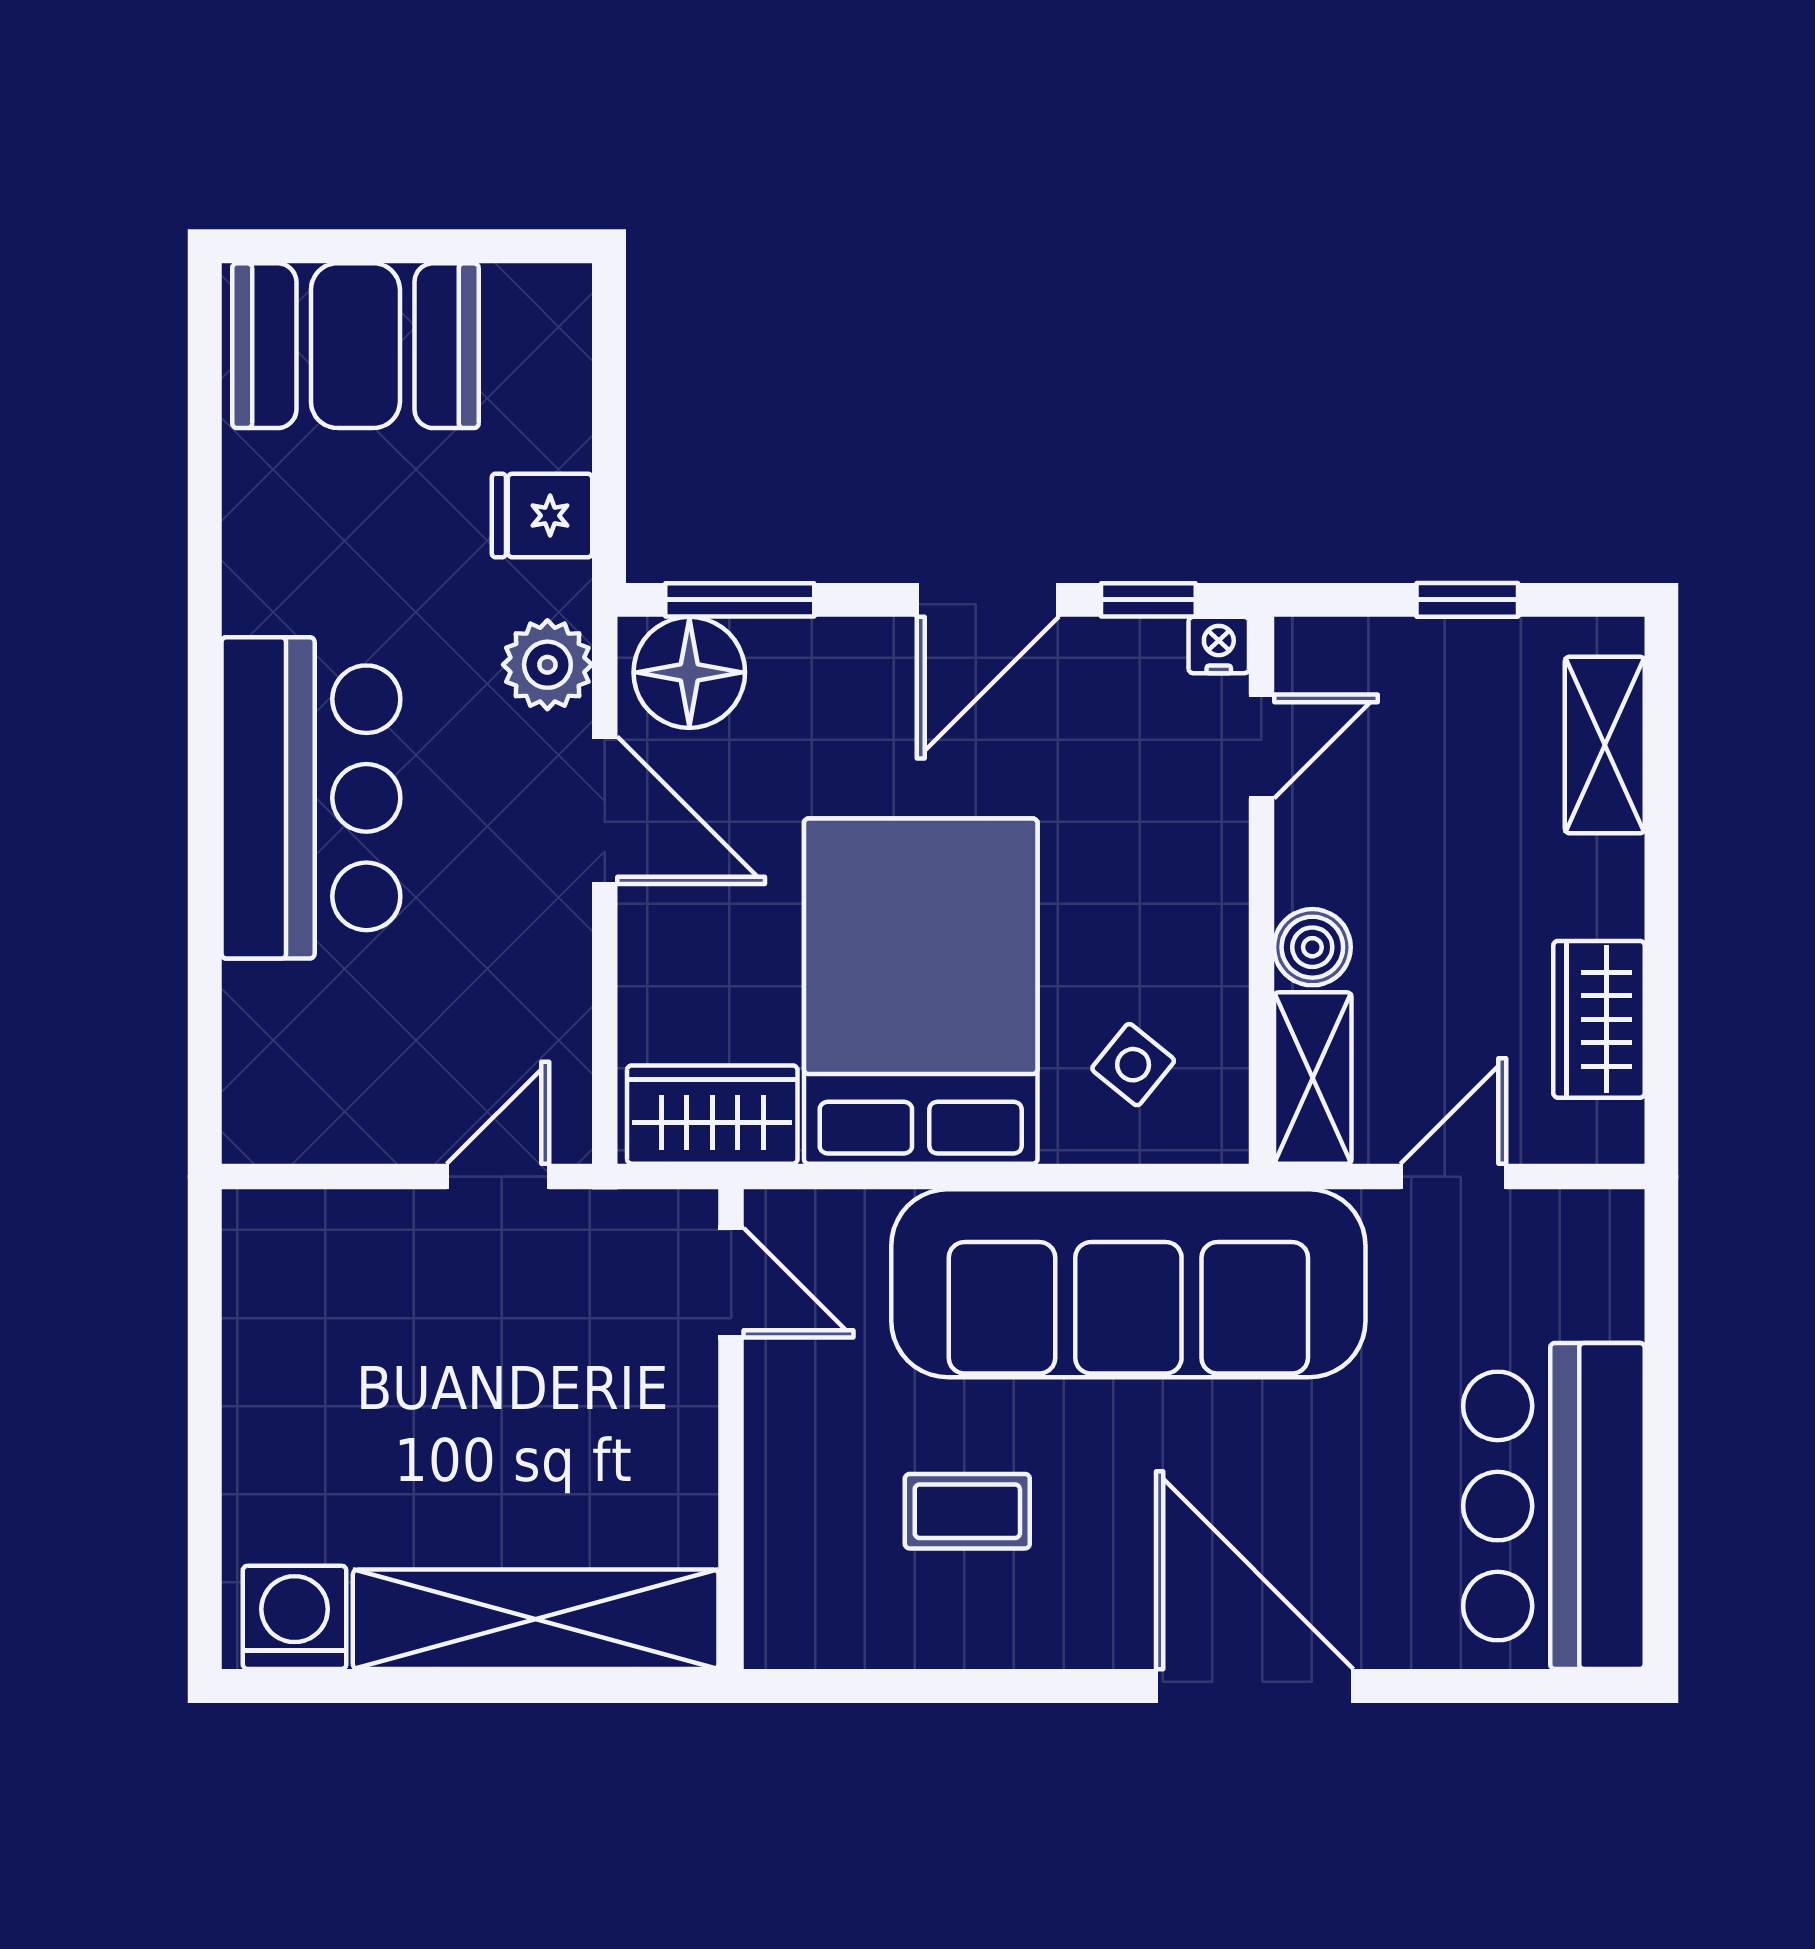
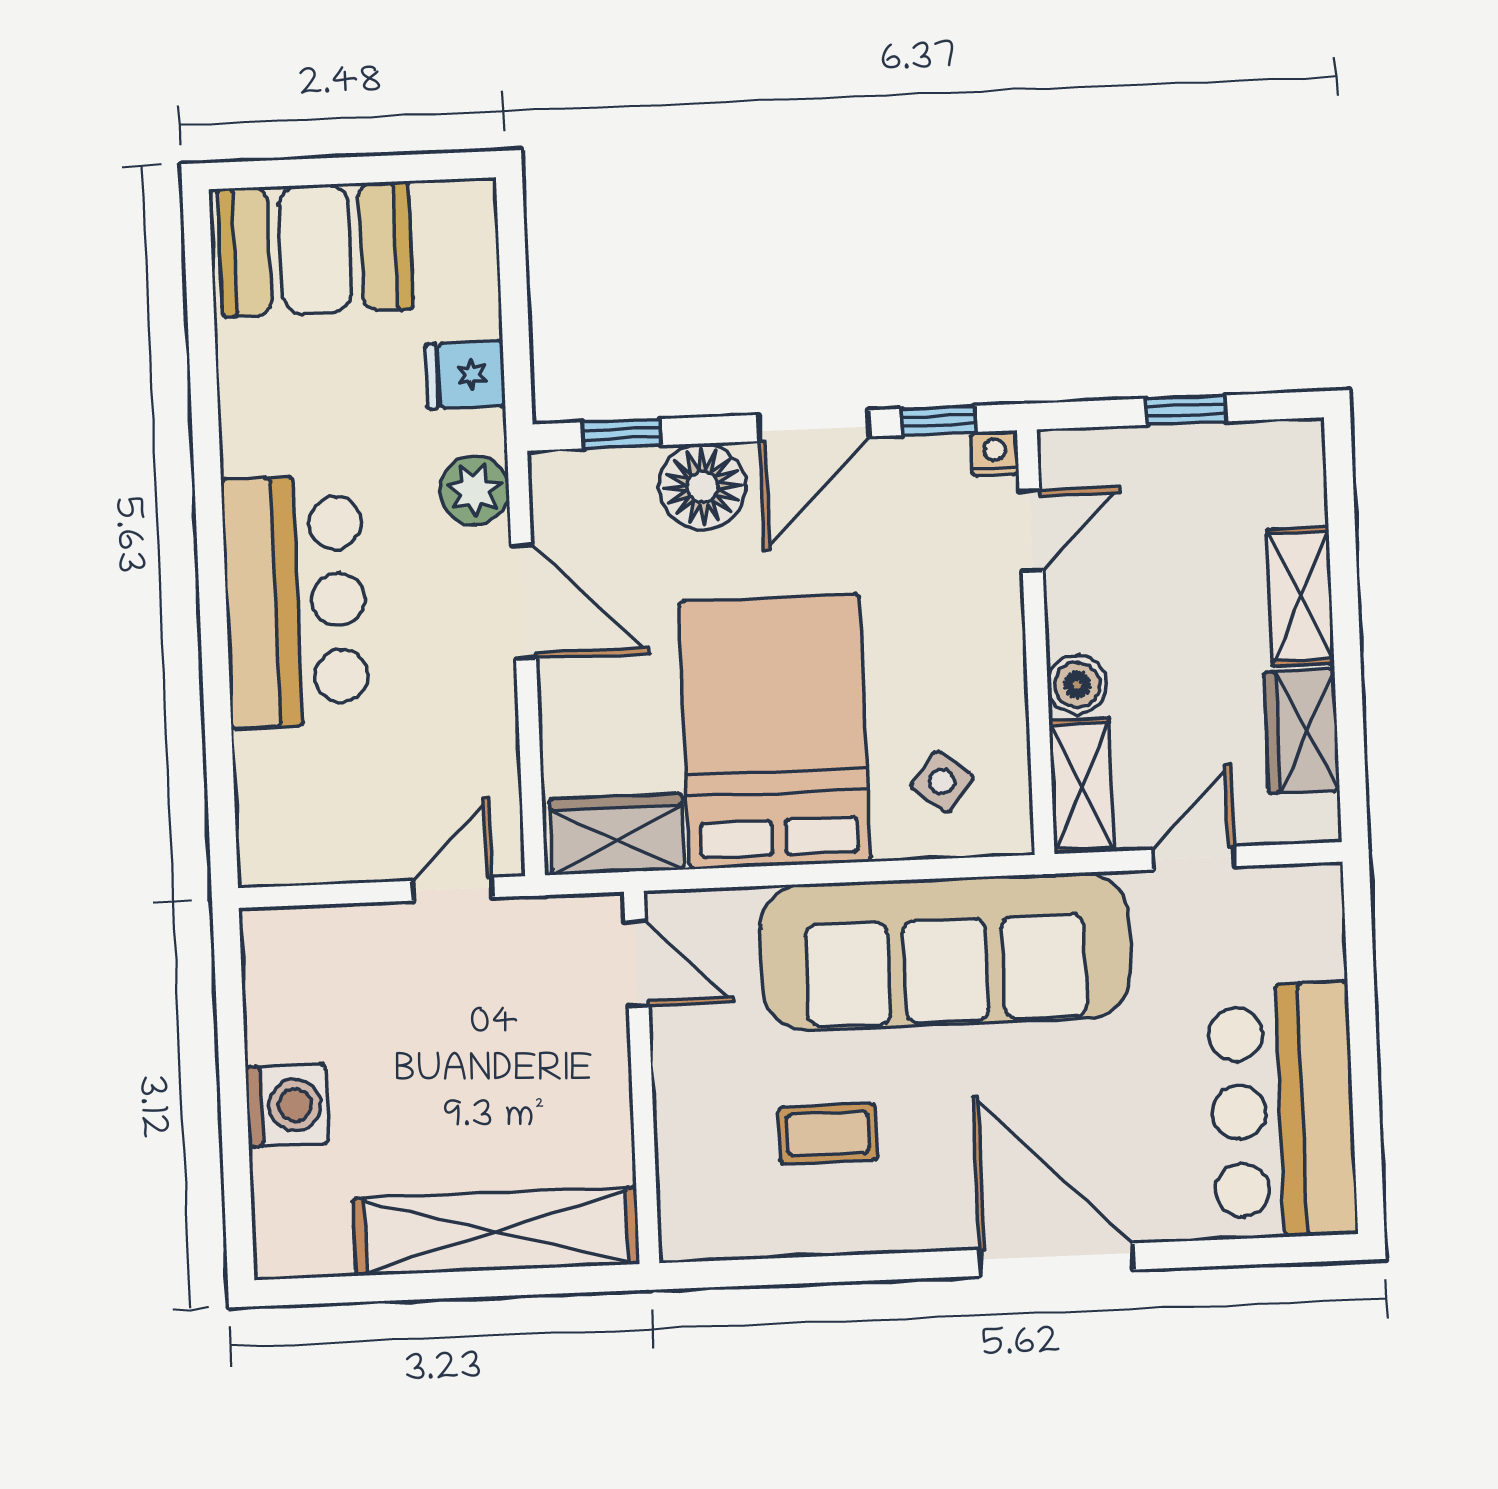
window: (740, 600) -> (621, 434), width x0.67
floor lamp: (689, 672) -> (702, 487), moved
shelving: (1605, 745) -> (1301, 596), moved
washing machine: (295, 1617) -> (287, 1105), moved, turned 90

